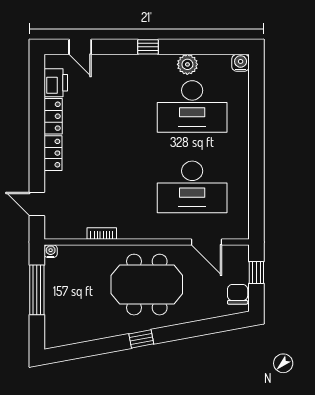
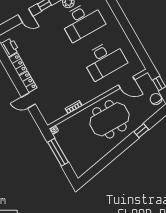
door: (80, 47) -> (25, 15), moved
door: (37, 204) -> (28, 101), moved
window: (141, 339) -> (141, 131), moved

